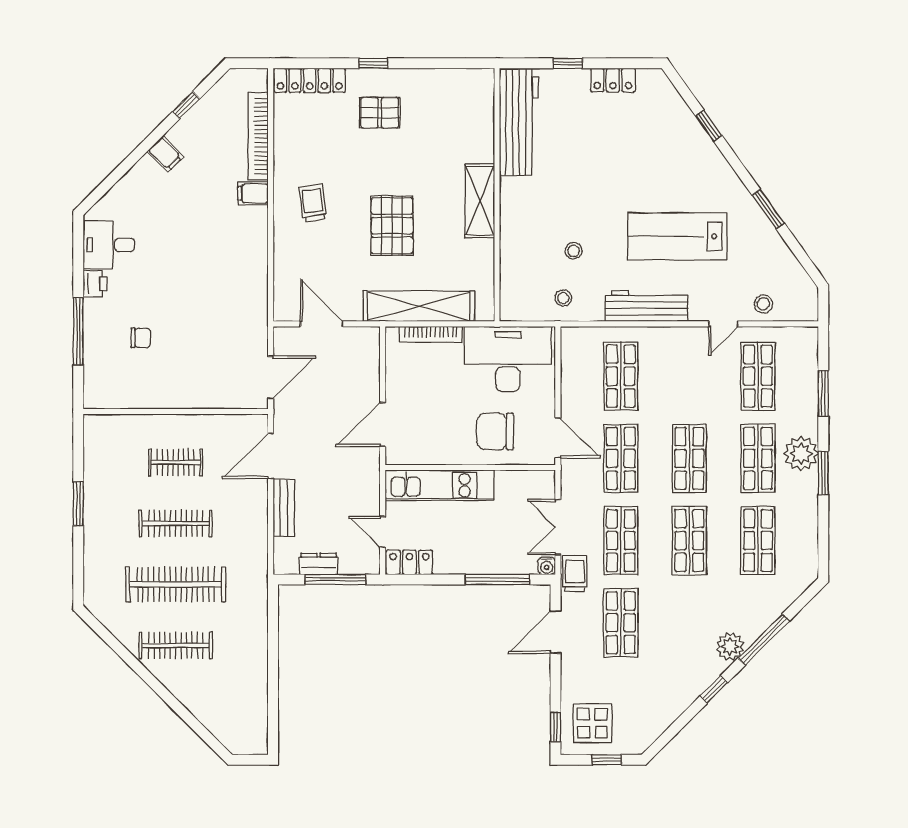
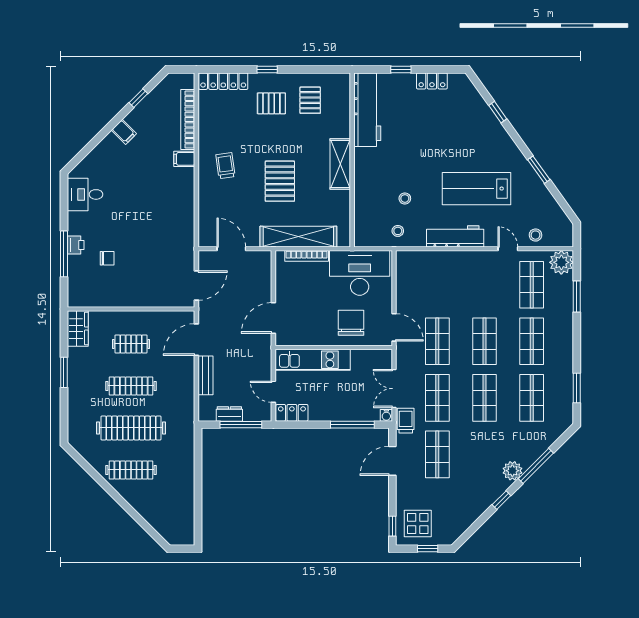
pallet: (436, 108) -> (310, 100), added
printer: (95, 284) -> (76, 245), moved
door: (723, 324) -> (508, 249), swing flipped
shop shelf: (621, 376) -> (437, 285), removed
chair: (495, 431) -> (351, 323), turned 90
wardrobe: (98, 440) -> (78, 329), added
plant: (801, 454) -> (561, 262), moved
window: (823, 473) -> (577, 388), moved

